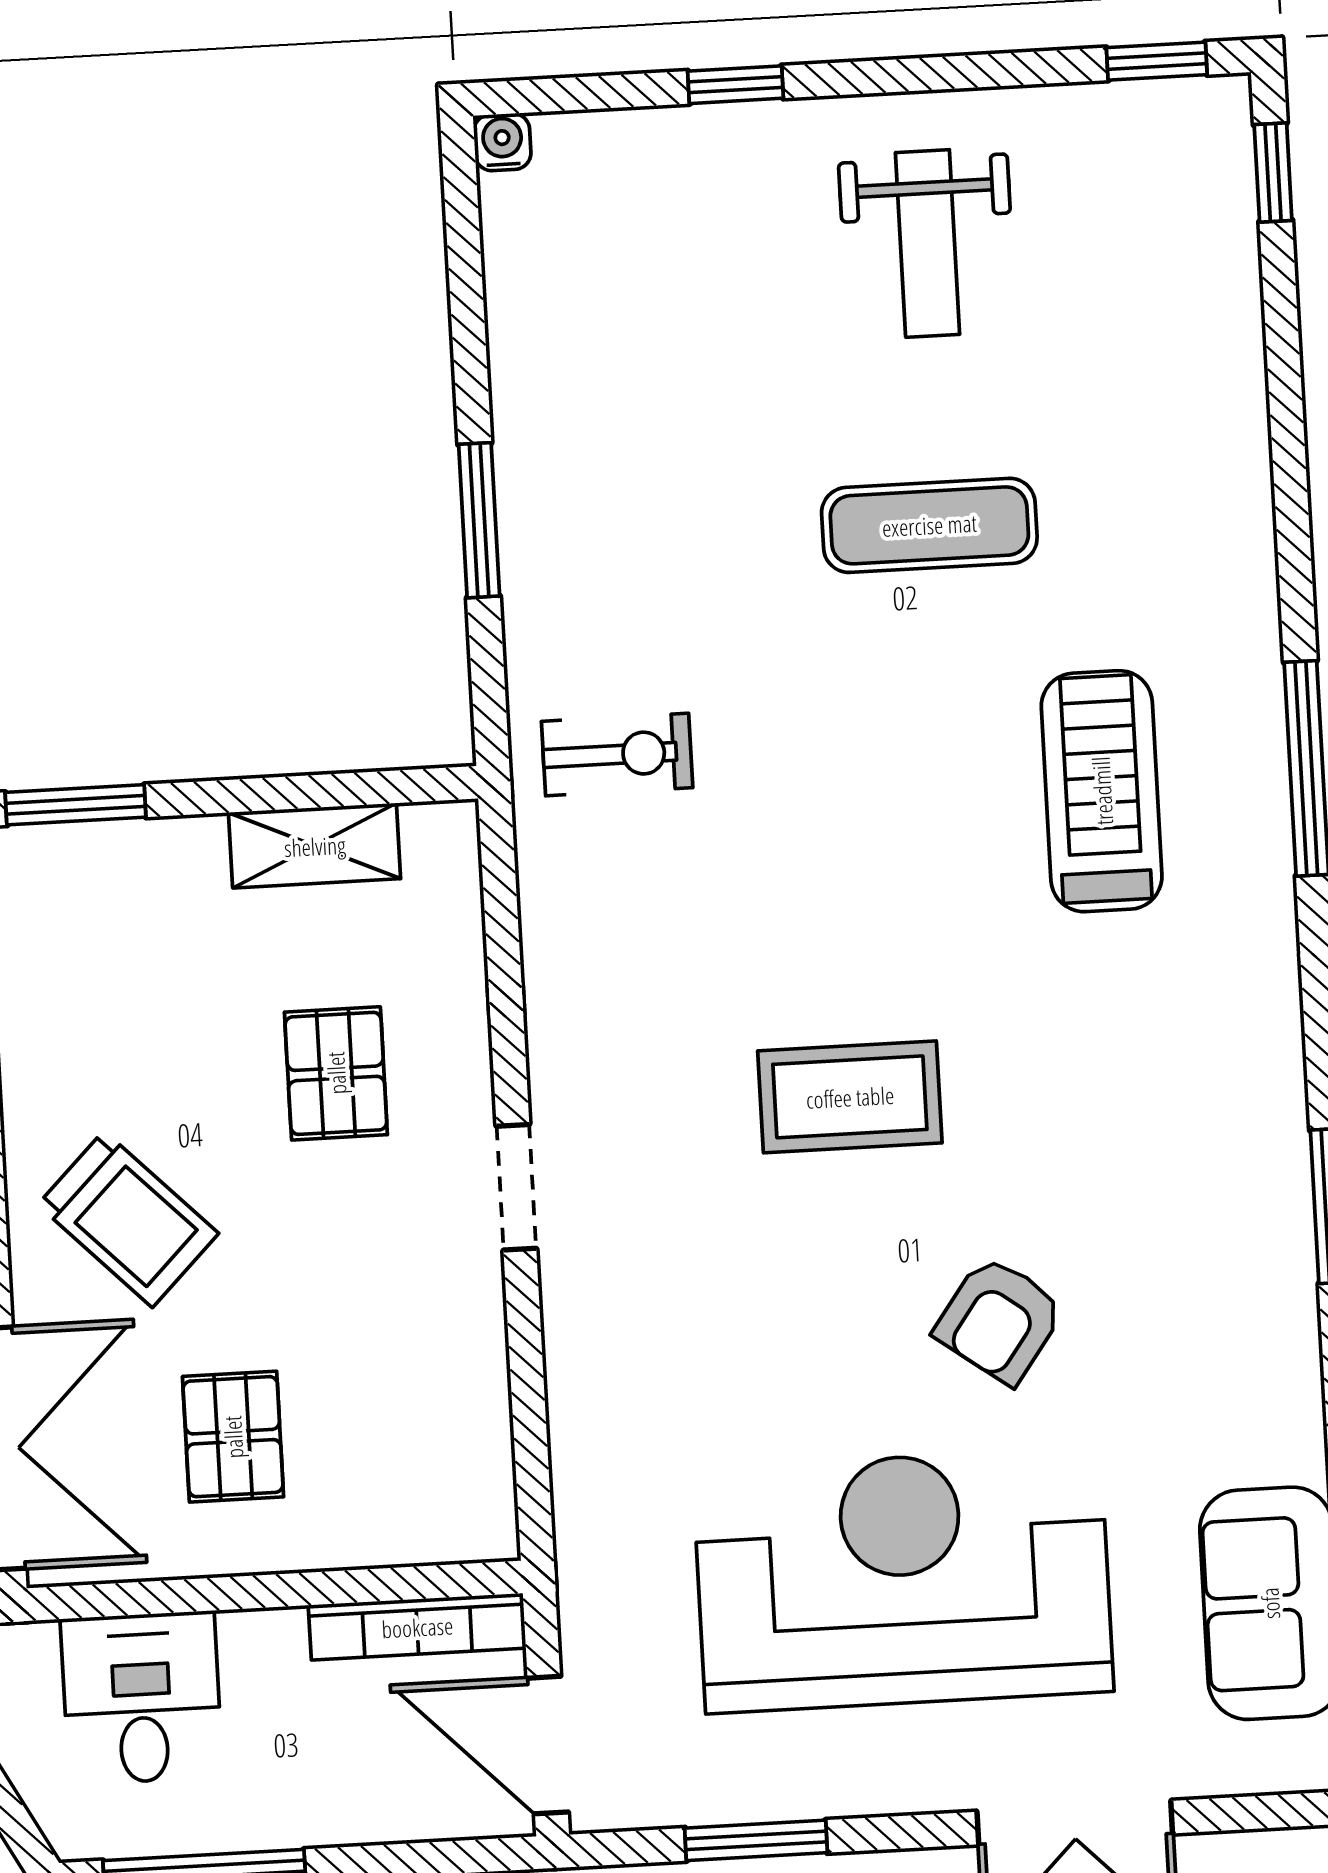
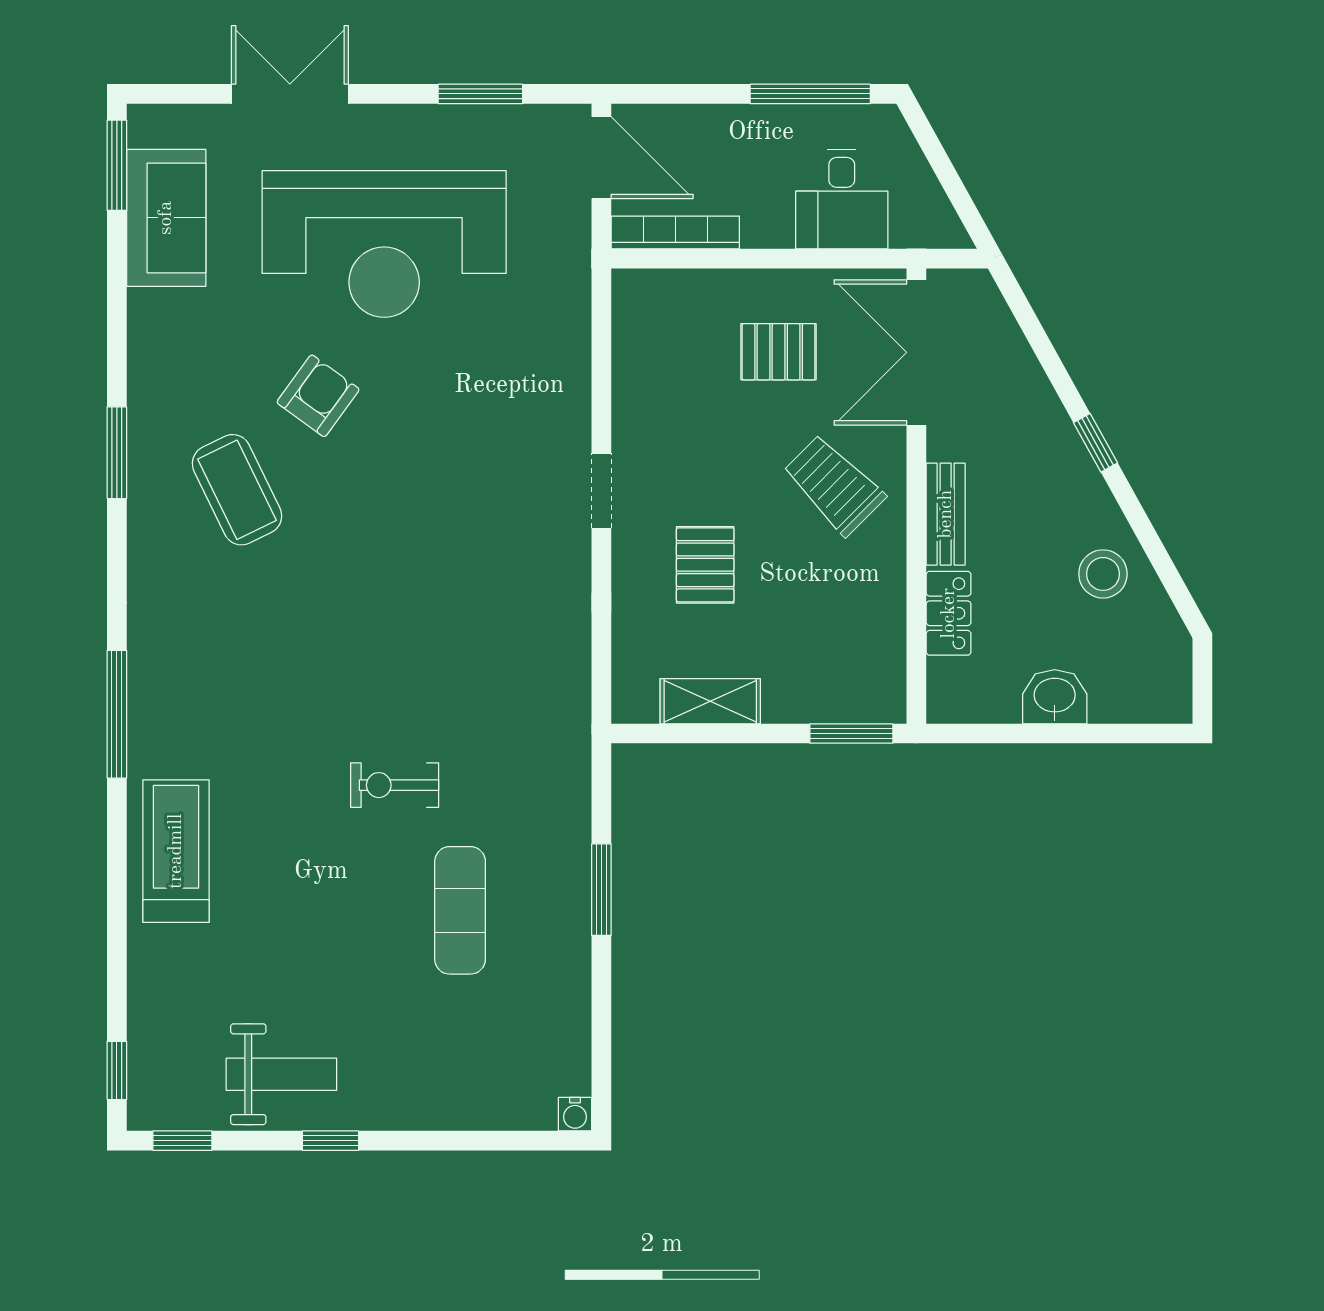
window: (736, 85) -> (330, 1141), moved
weight bench: (928, 243) -> (281, 1074), moved, turned 90
exercise mat: (929, 525) -> (460, 910), moved, turned 90
exercise bike: (617, 755) -> (395, 785), moved
treadmill: (1102, 791) -> (176, 851), moved, turned 180
coffee table: (850, 1097) -> (237, 490), moved, turned 64
pallet: (233, 1437) -> (779, 352), turned 90

